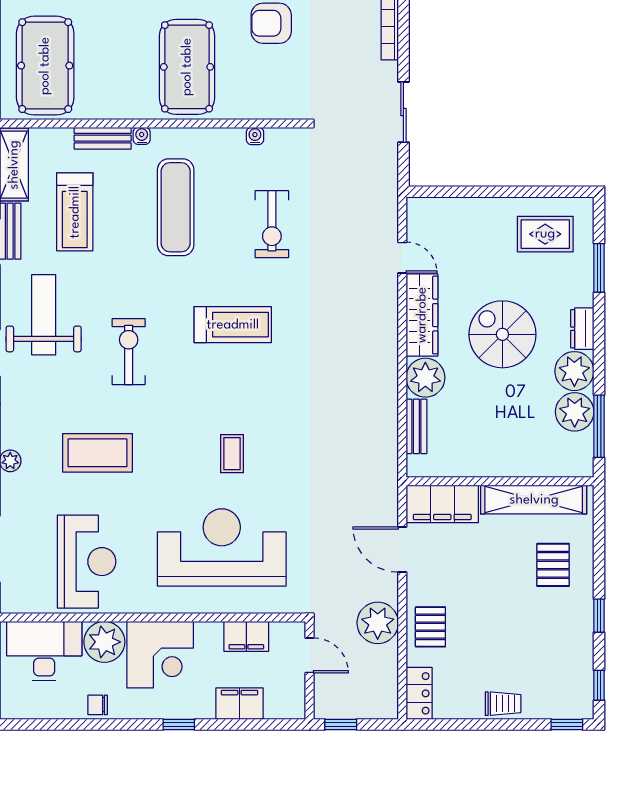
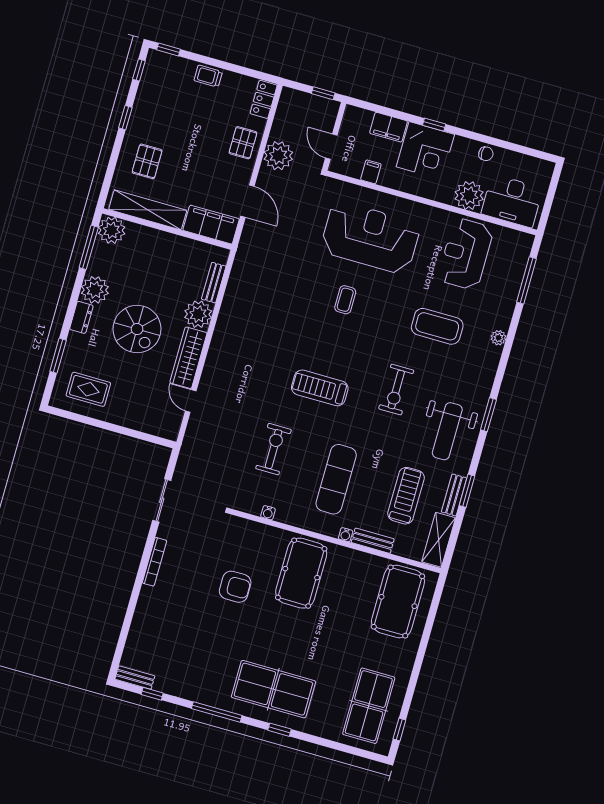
plant: (575, 412) -> (112, 230), moved
reception desk: (222, 547) -> (370, 238), turned 180
filing cabinet: (246, 636) -> (371, 172), width x0.50
corner desk: (160, 655) -> (425, 151), moved, turned 180

